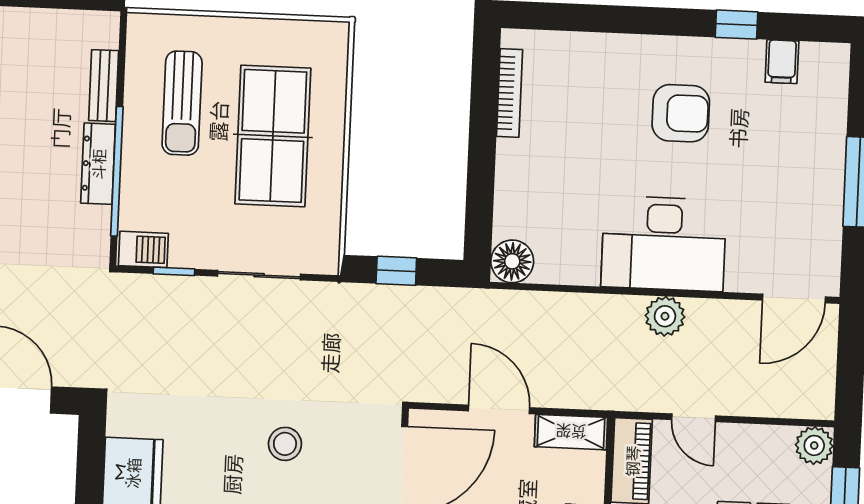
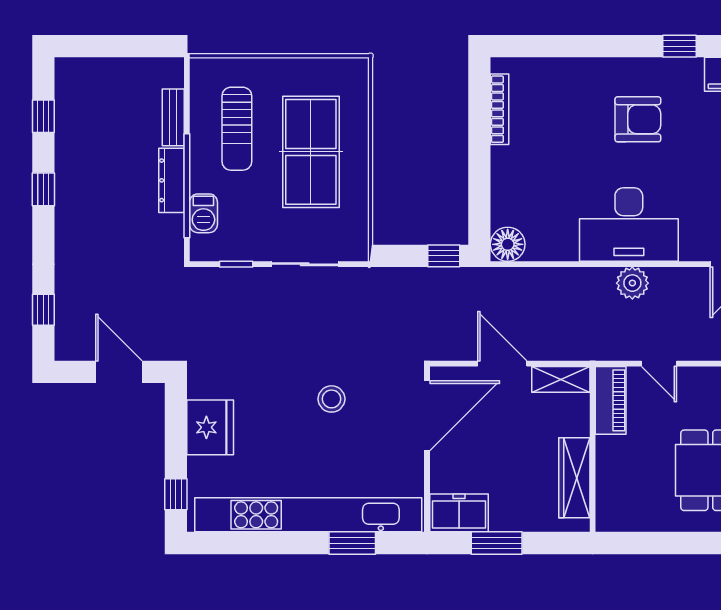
barbecue: (143, 249) -> (203, 213), moved, turned 90
window: (396, 271) -> (444, 256), moved

